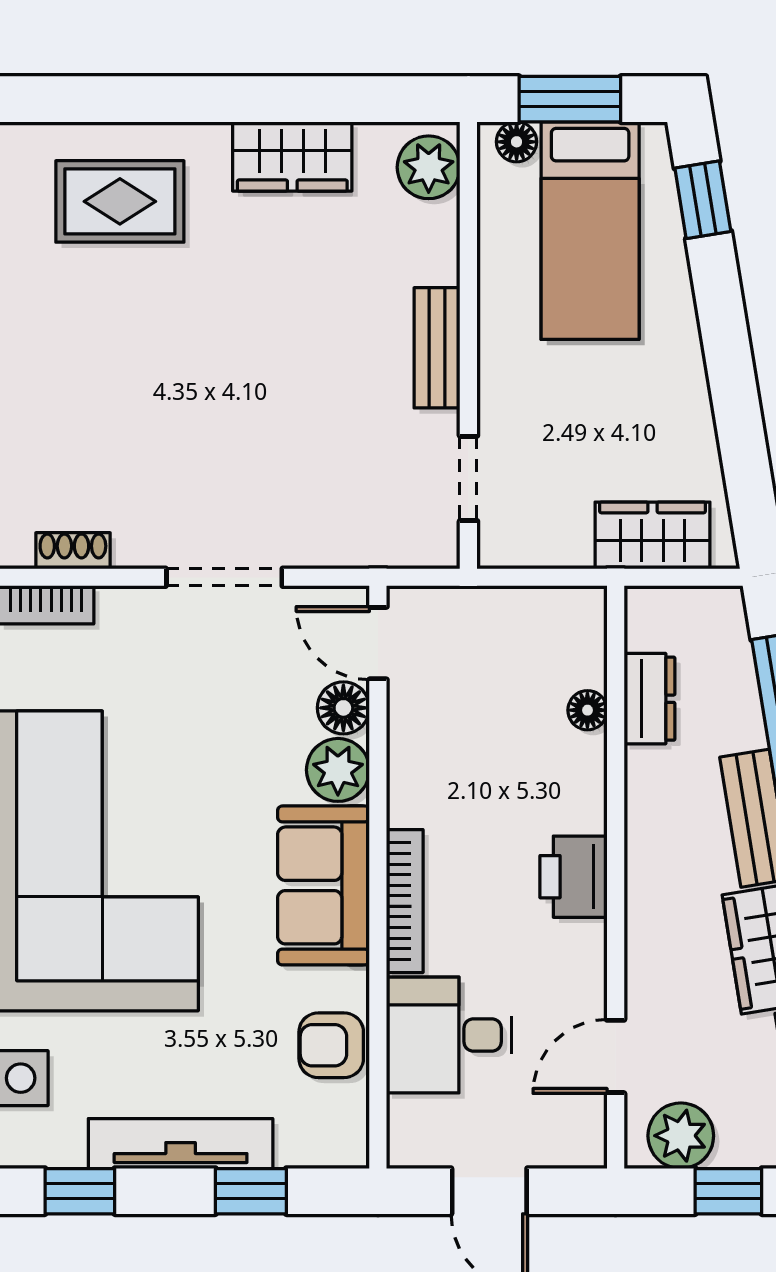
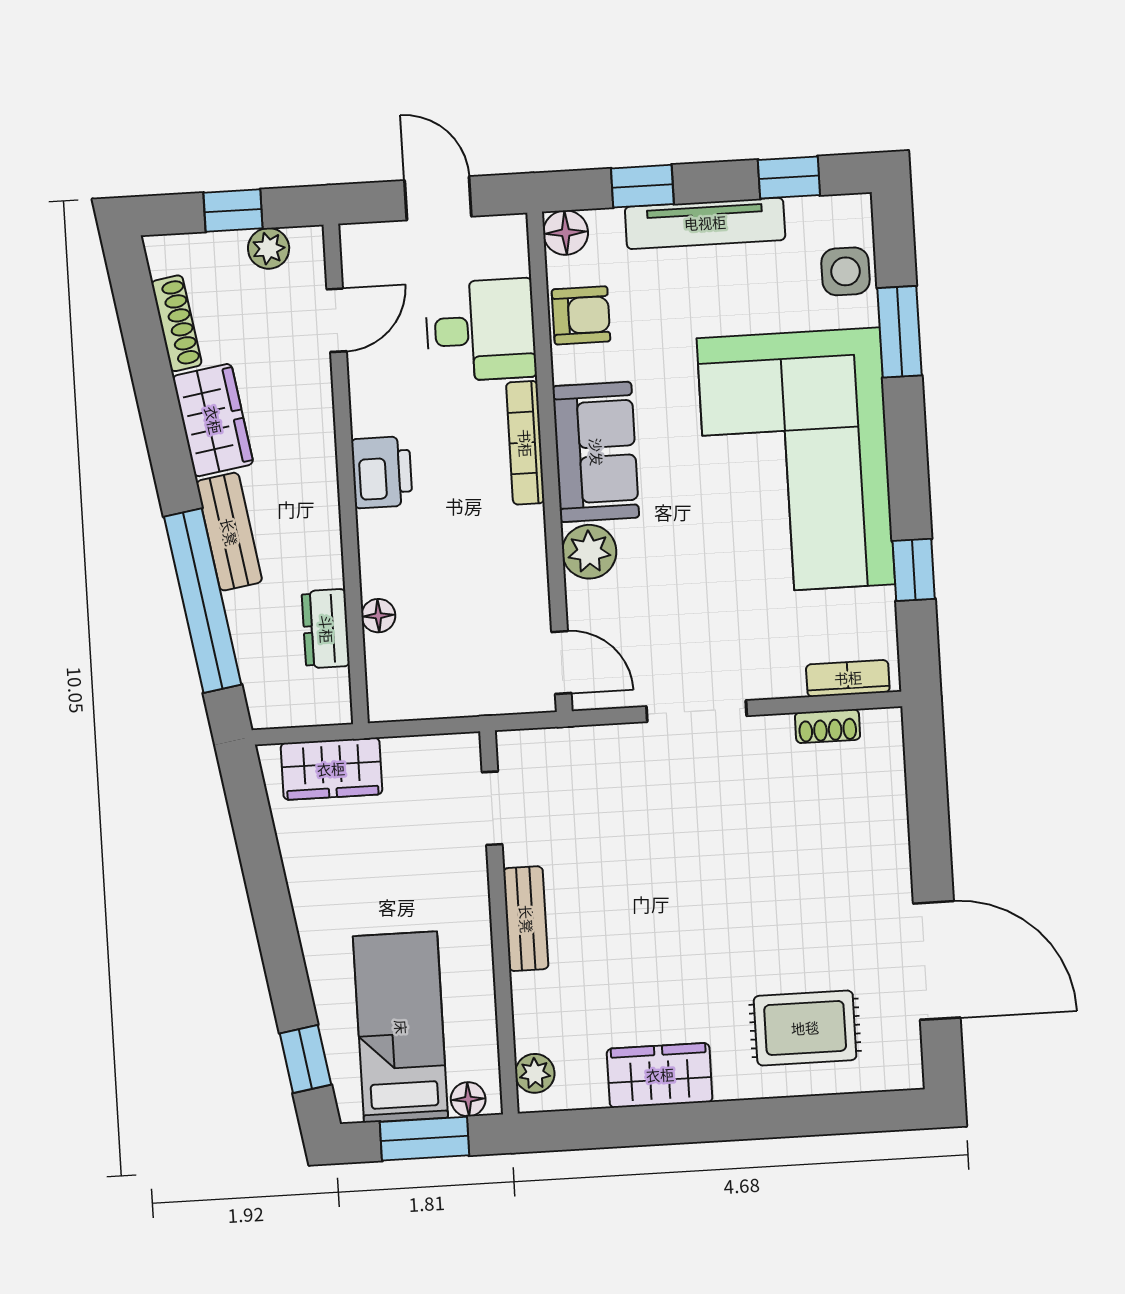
plant: (429, 167) -> (535, 1073), width x0.73, depth x0.73
floor lamp: (343, 708) -> (566, 233), moved
plant: (681, 1136) -> (269, 248), width x0.73, depth x0.73

